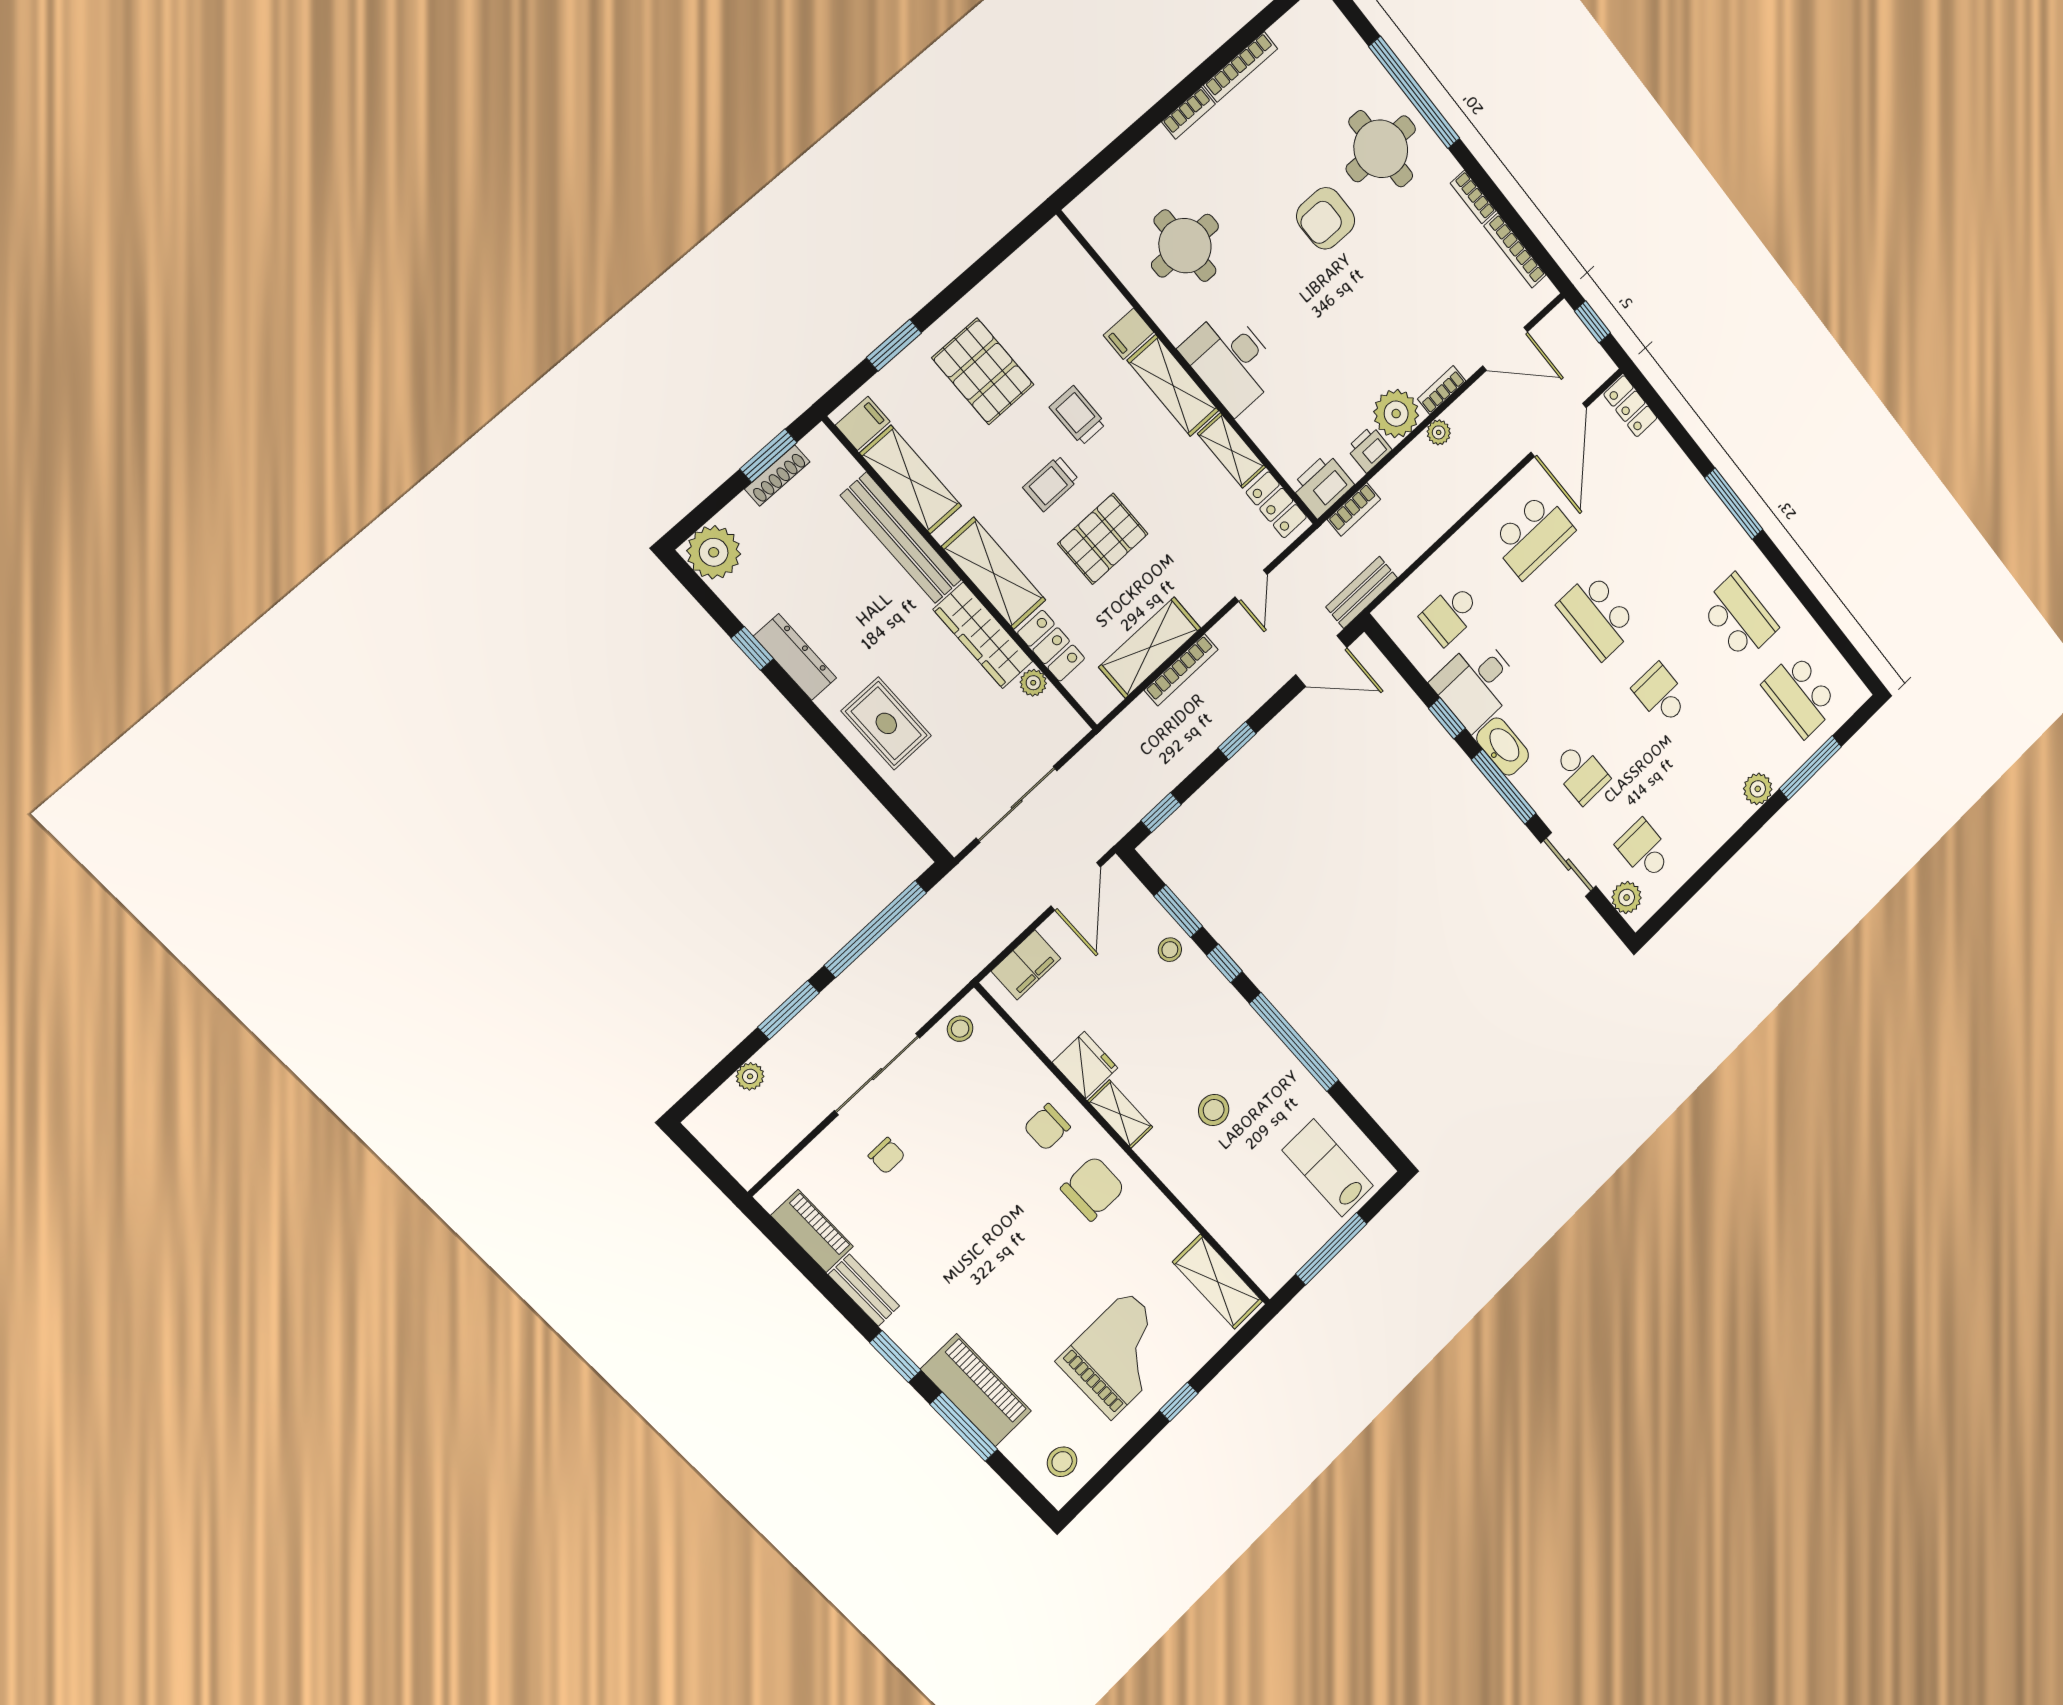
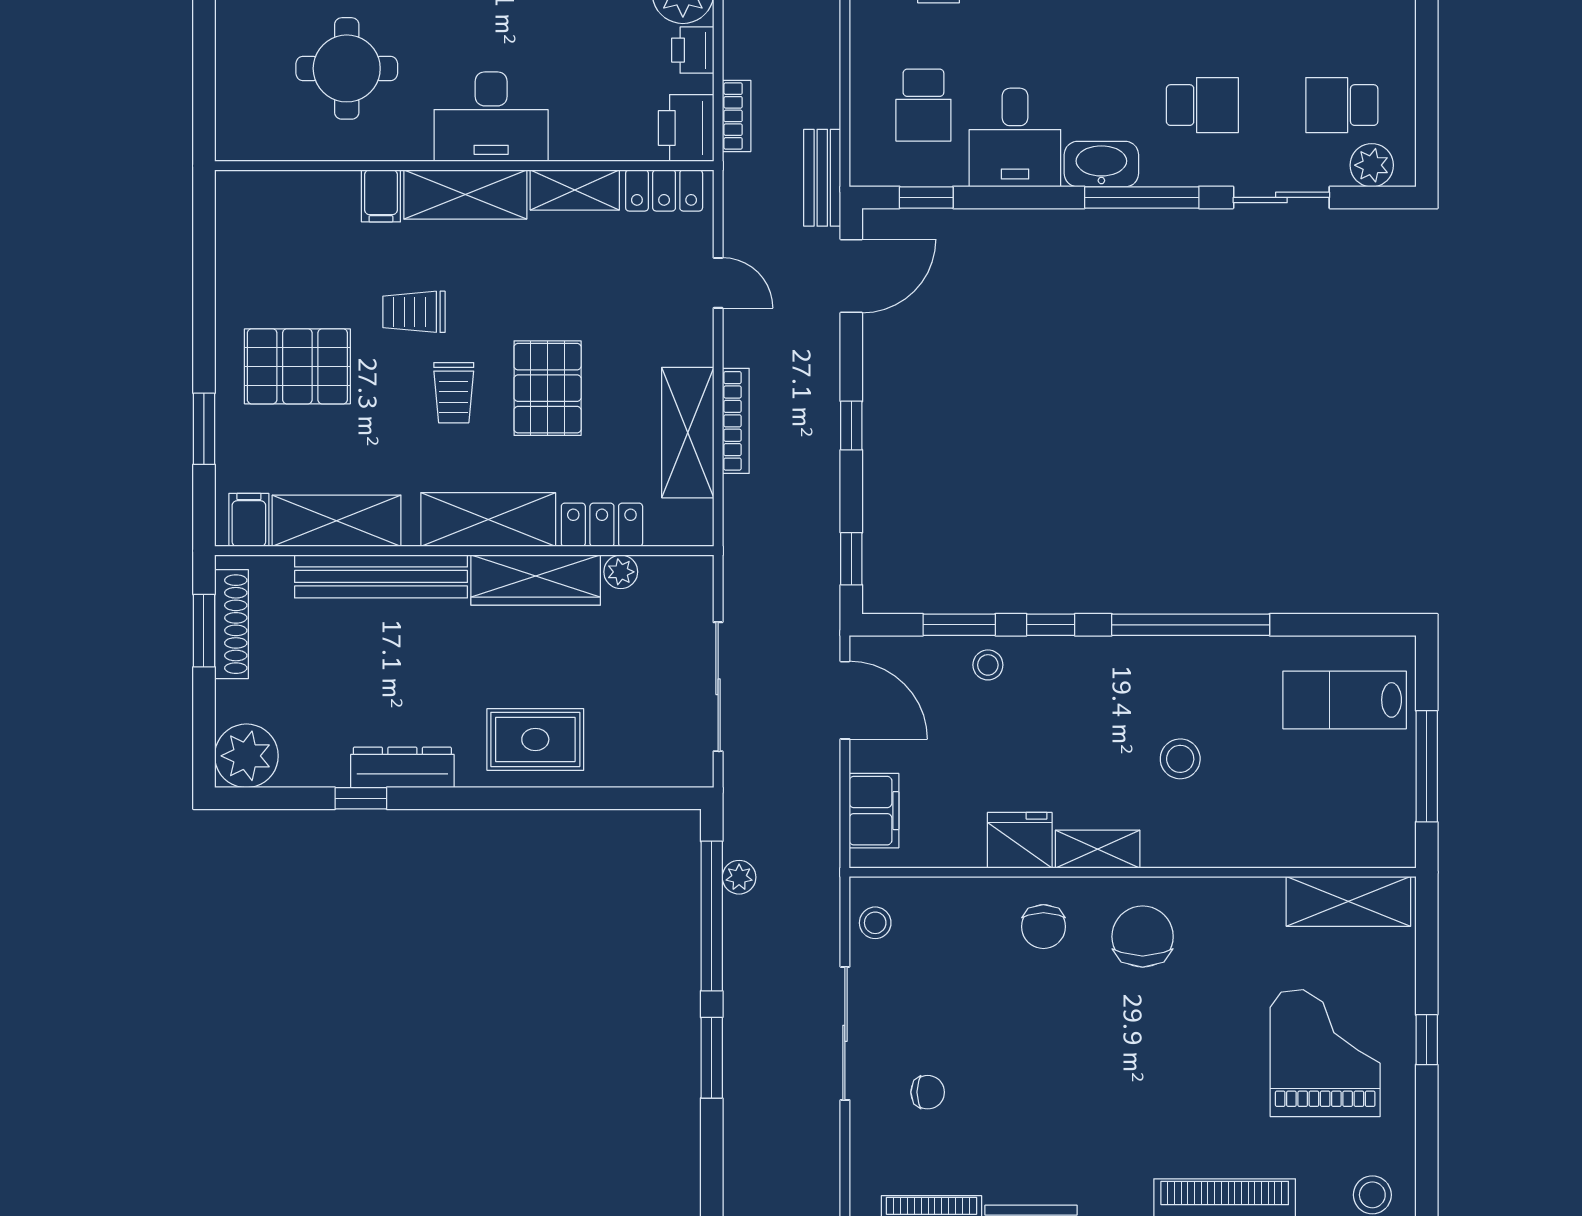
shoe rack: (777, 475) -> (231, 624), width x1.36, depth x1.24
window: (1447, 718) -> (926, 197), moved
plant: (750, 1076) -> (739, 877), moved

